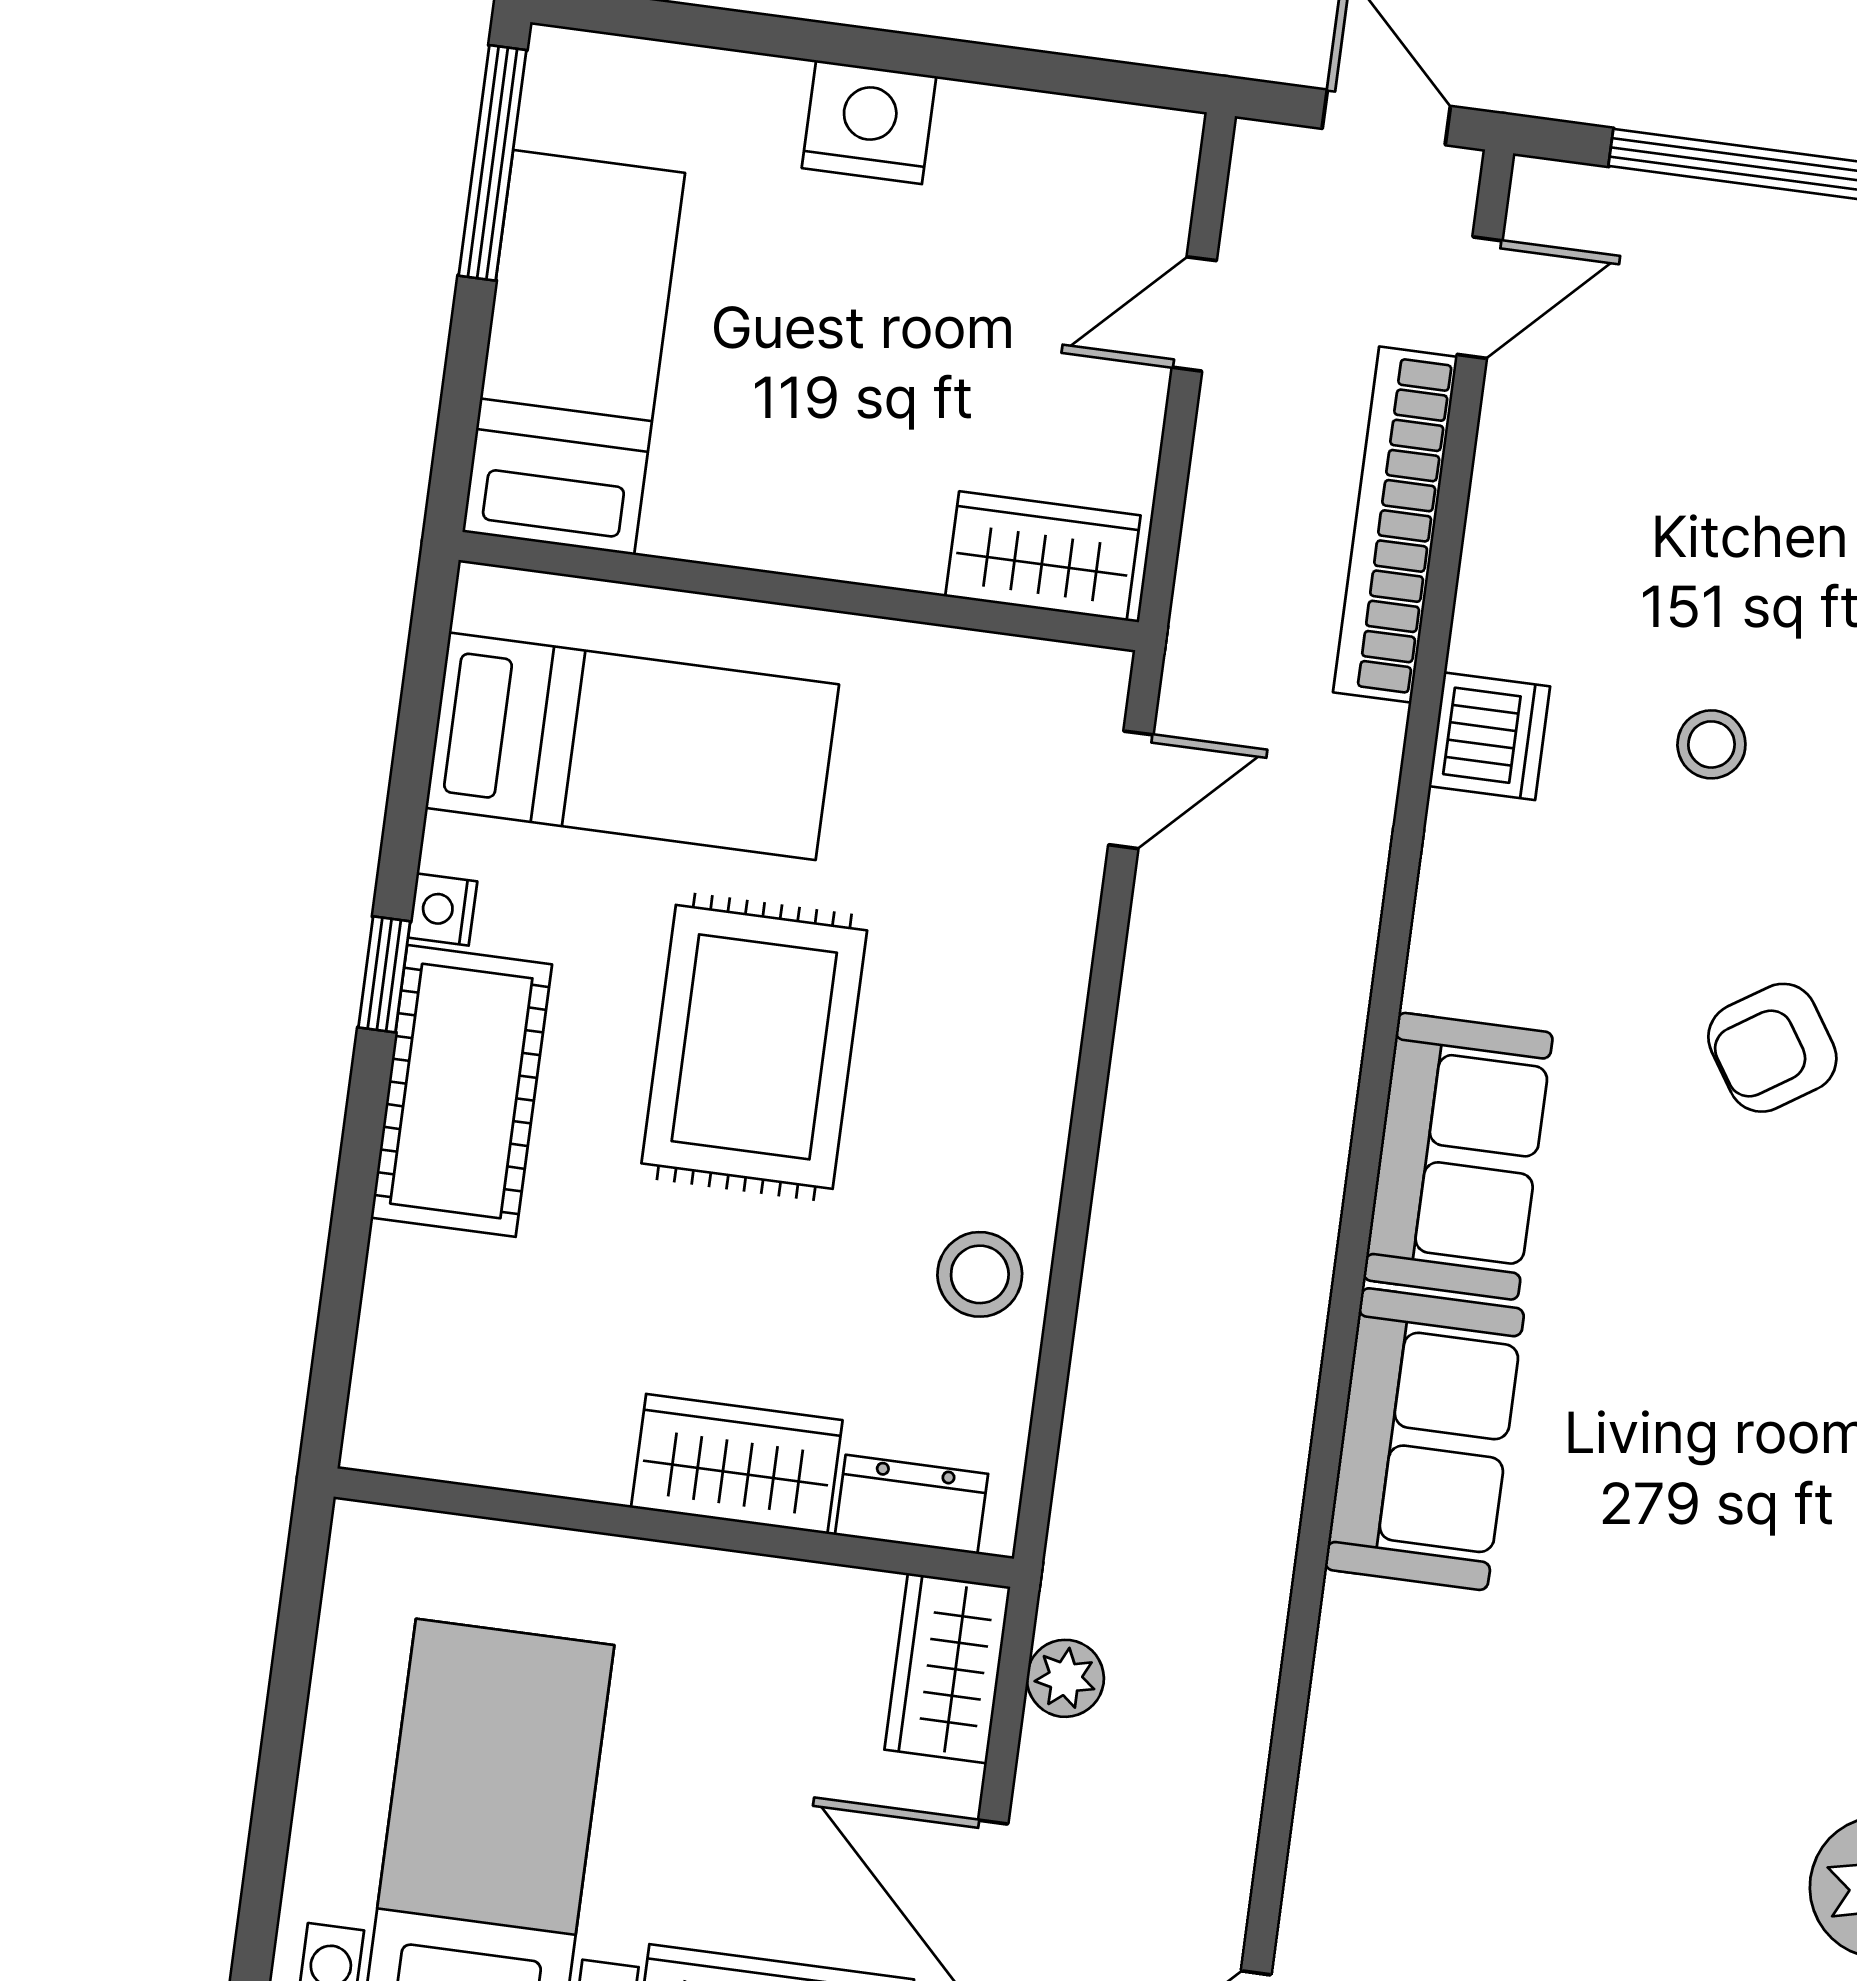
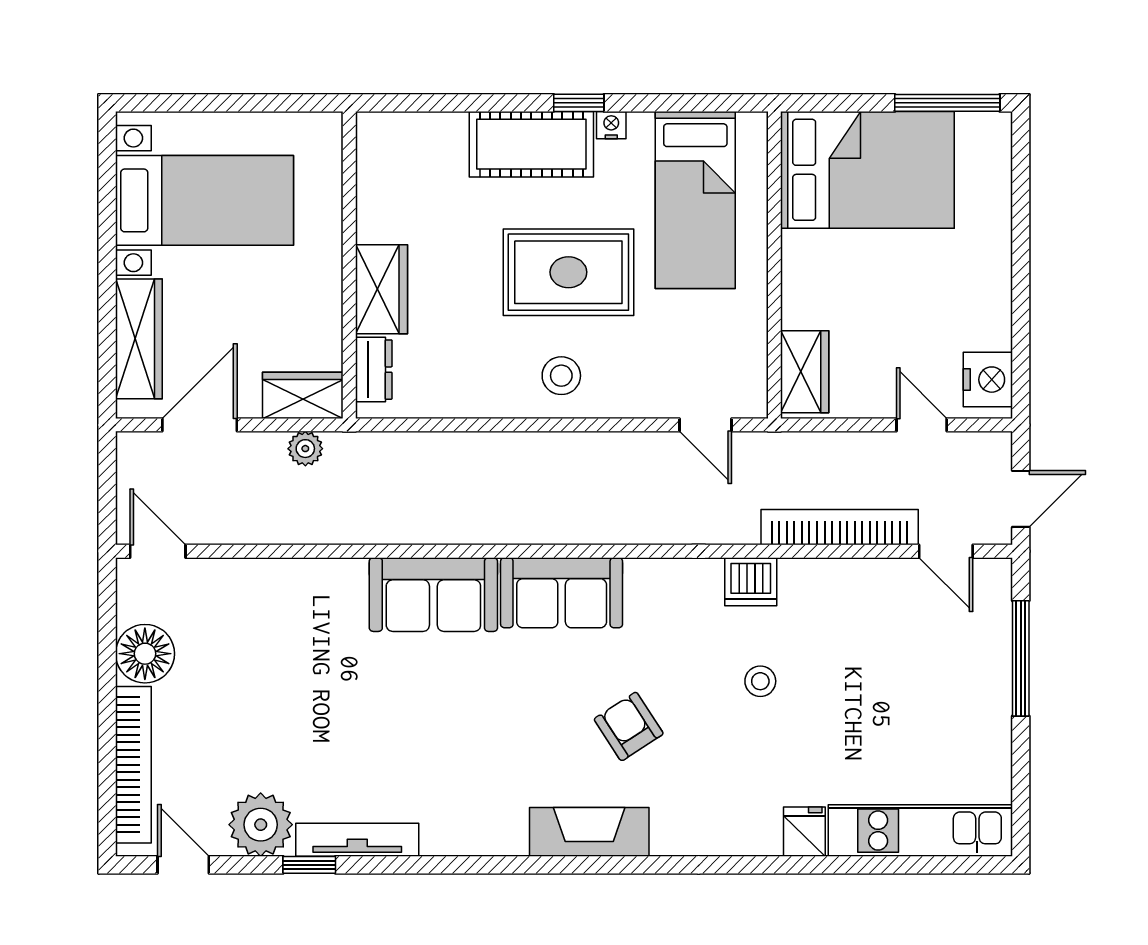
nightstand: (869, 122) -> (988, 380), moved
bed: (574, 352) -> (867, 170), width x1.50
stool: (980, 1274) -> (561, 376), moved

